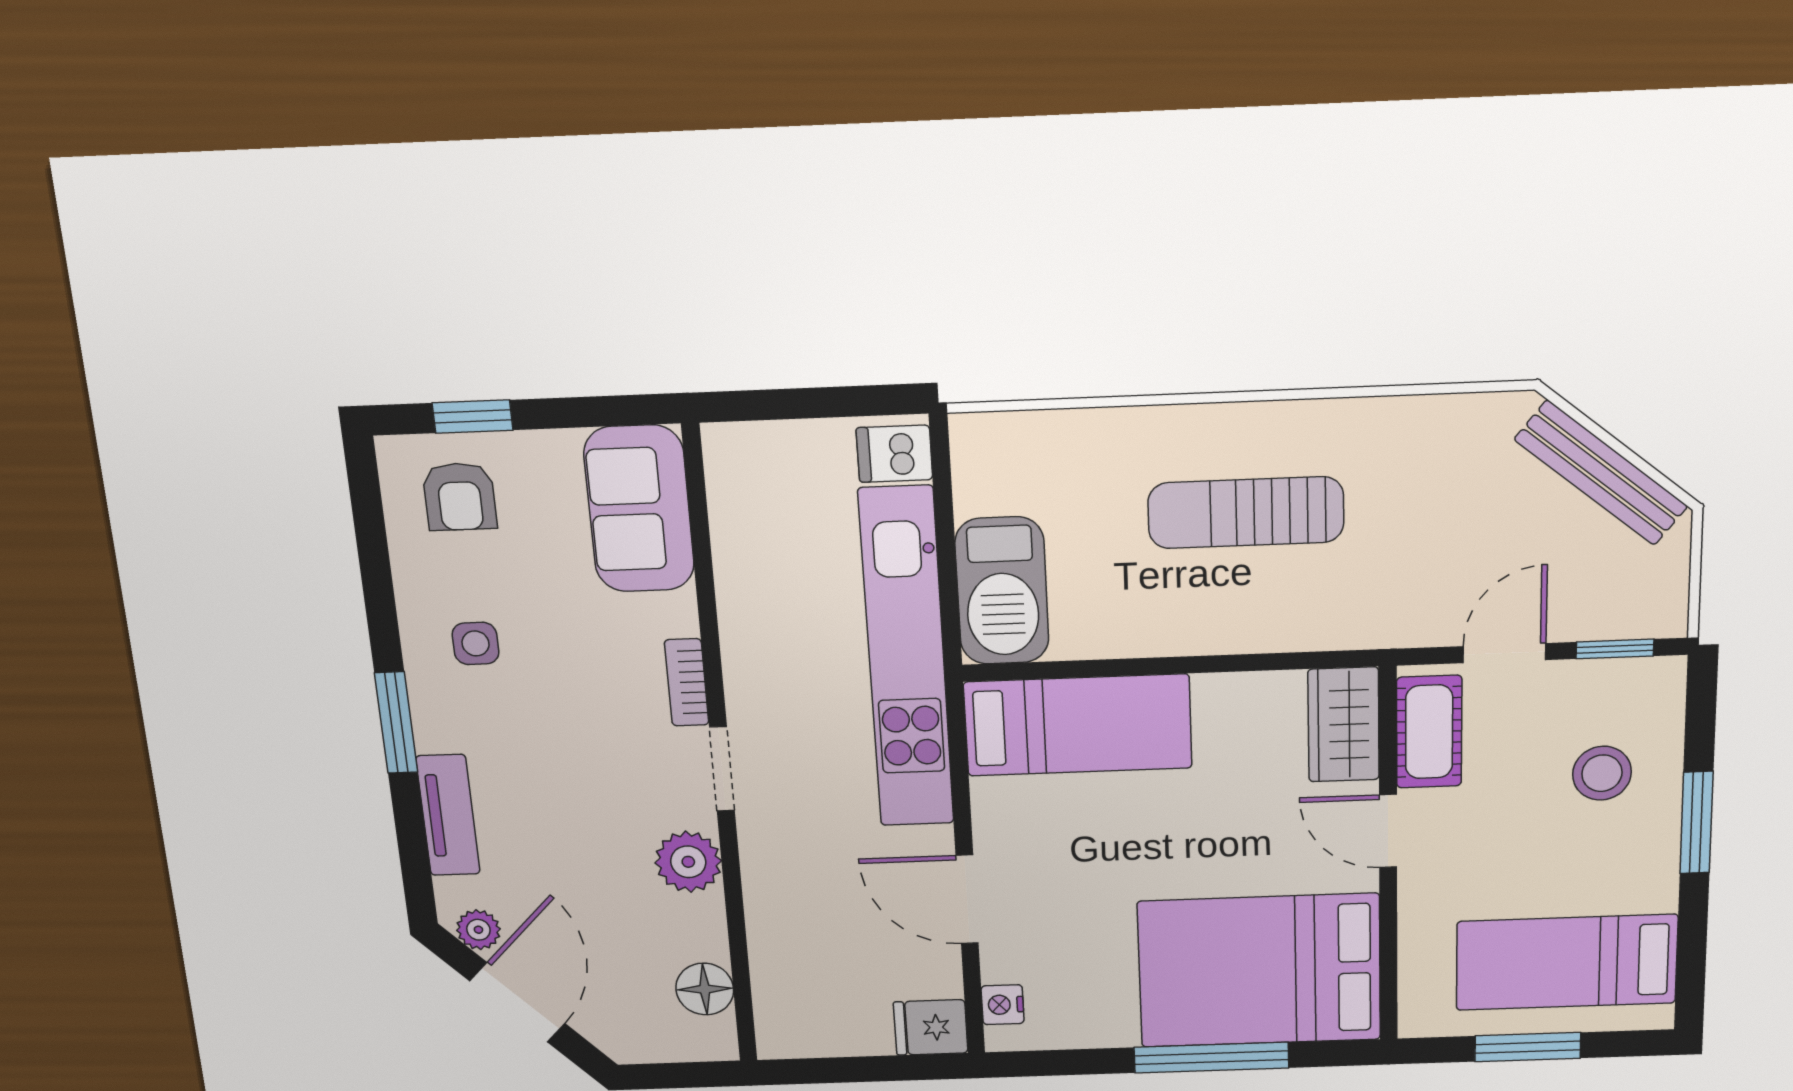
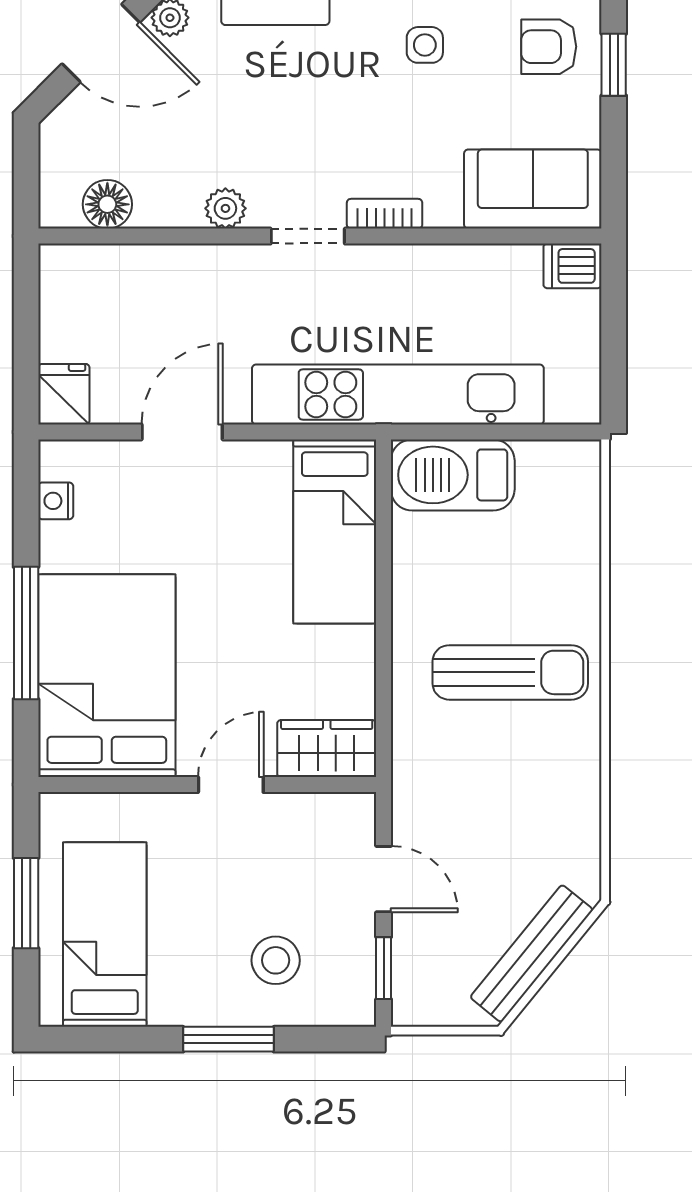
dishwasher: (894, 454) -> (573, 266), moved, turned -90
sun lounger: (1246, 513) -> (510, 672), turned 90
cot: (1429, 732) -> (318, 818), removed
plant: (688, 862) -> (225, 208), width x0.73, depth x0.73
nightstand: (1003, 1005) -> (56, 501), moved, turned -90

